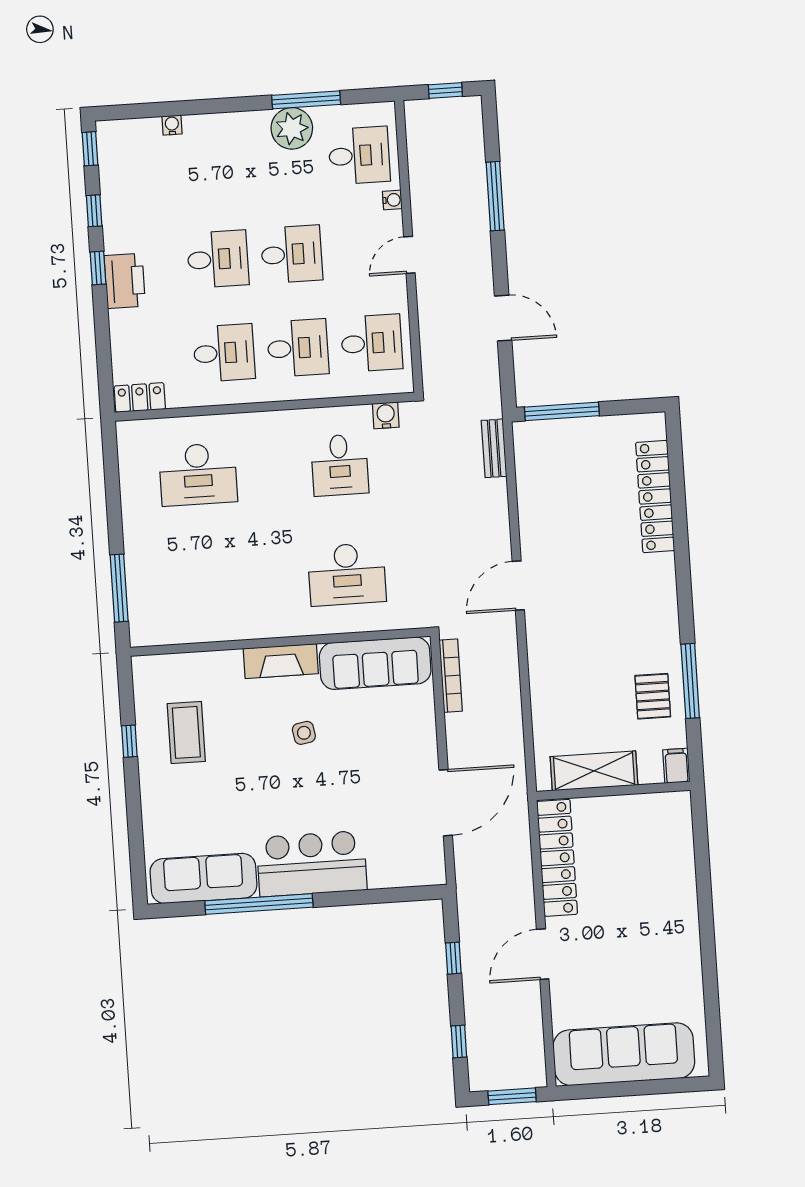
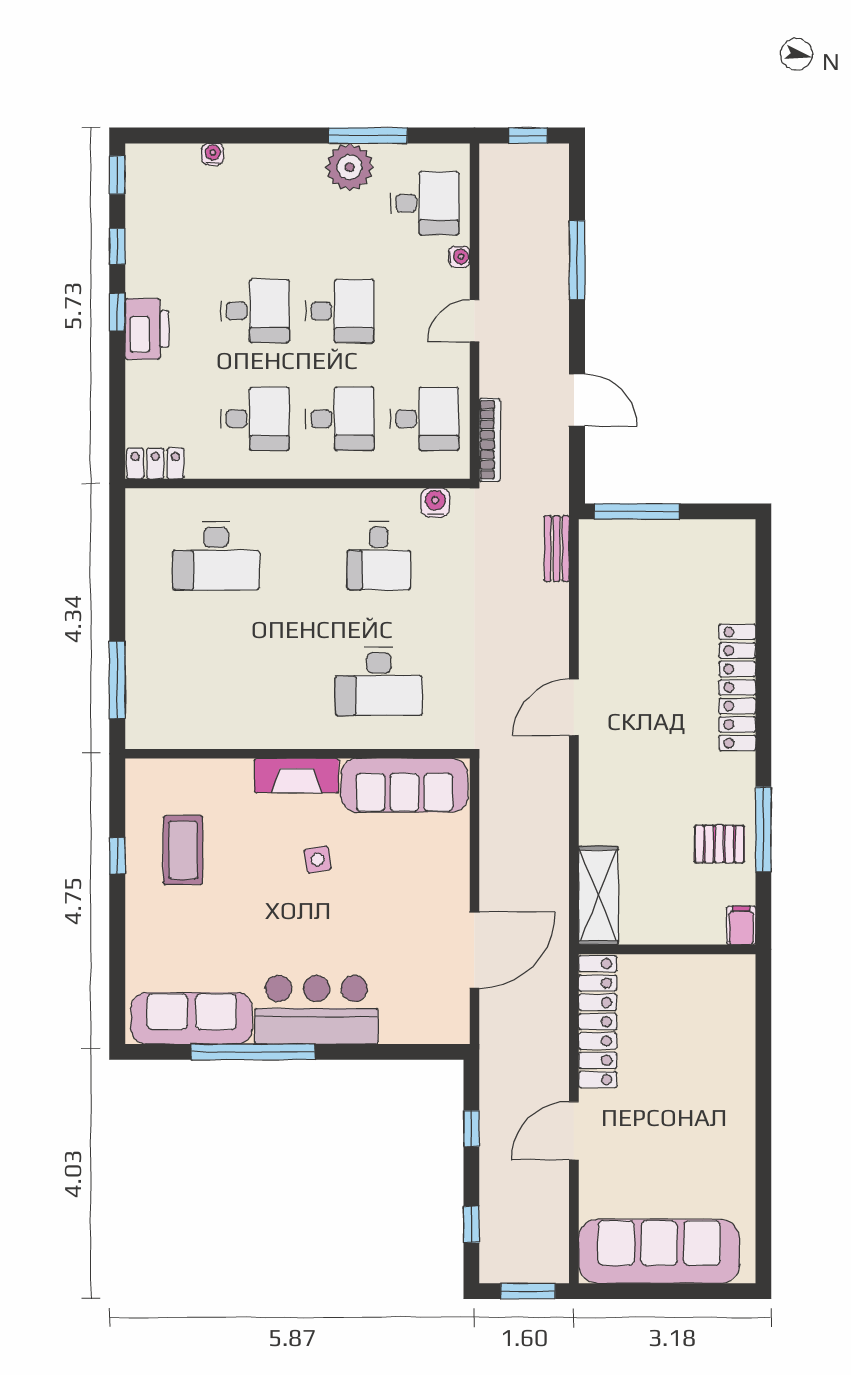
locker: (655, 497) -> (737, 687), moved
bookcase: (451, 676) -> (490, 440), moved
pallet: (653, 696) -> (719, 844), turned 90
shelving: (594, 771) -> (598, 896), moved, turned 90

